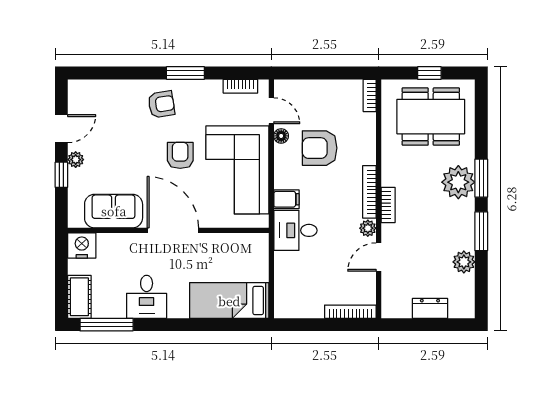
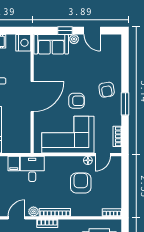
filing cabinet: (286, 199) -> (14, 163), moved
sofa: (114, 211) -> (51, 44), moved, turned 90
door: (379, 257) -> (16, 218), hinge flipped

